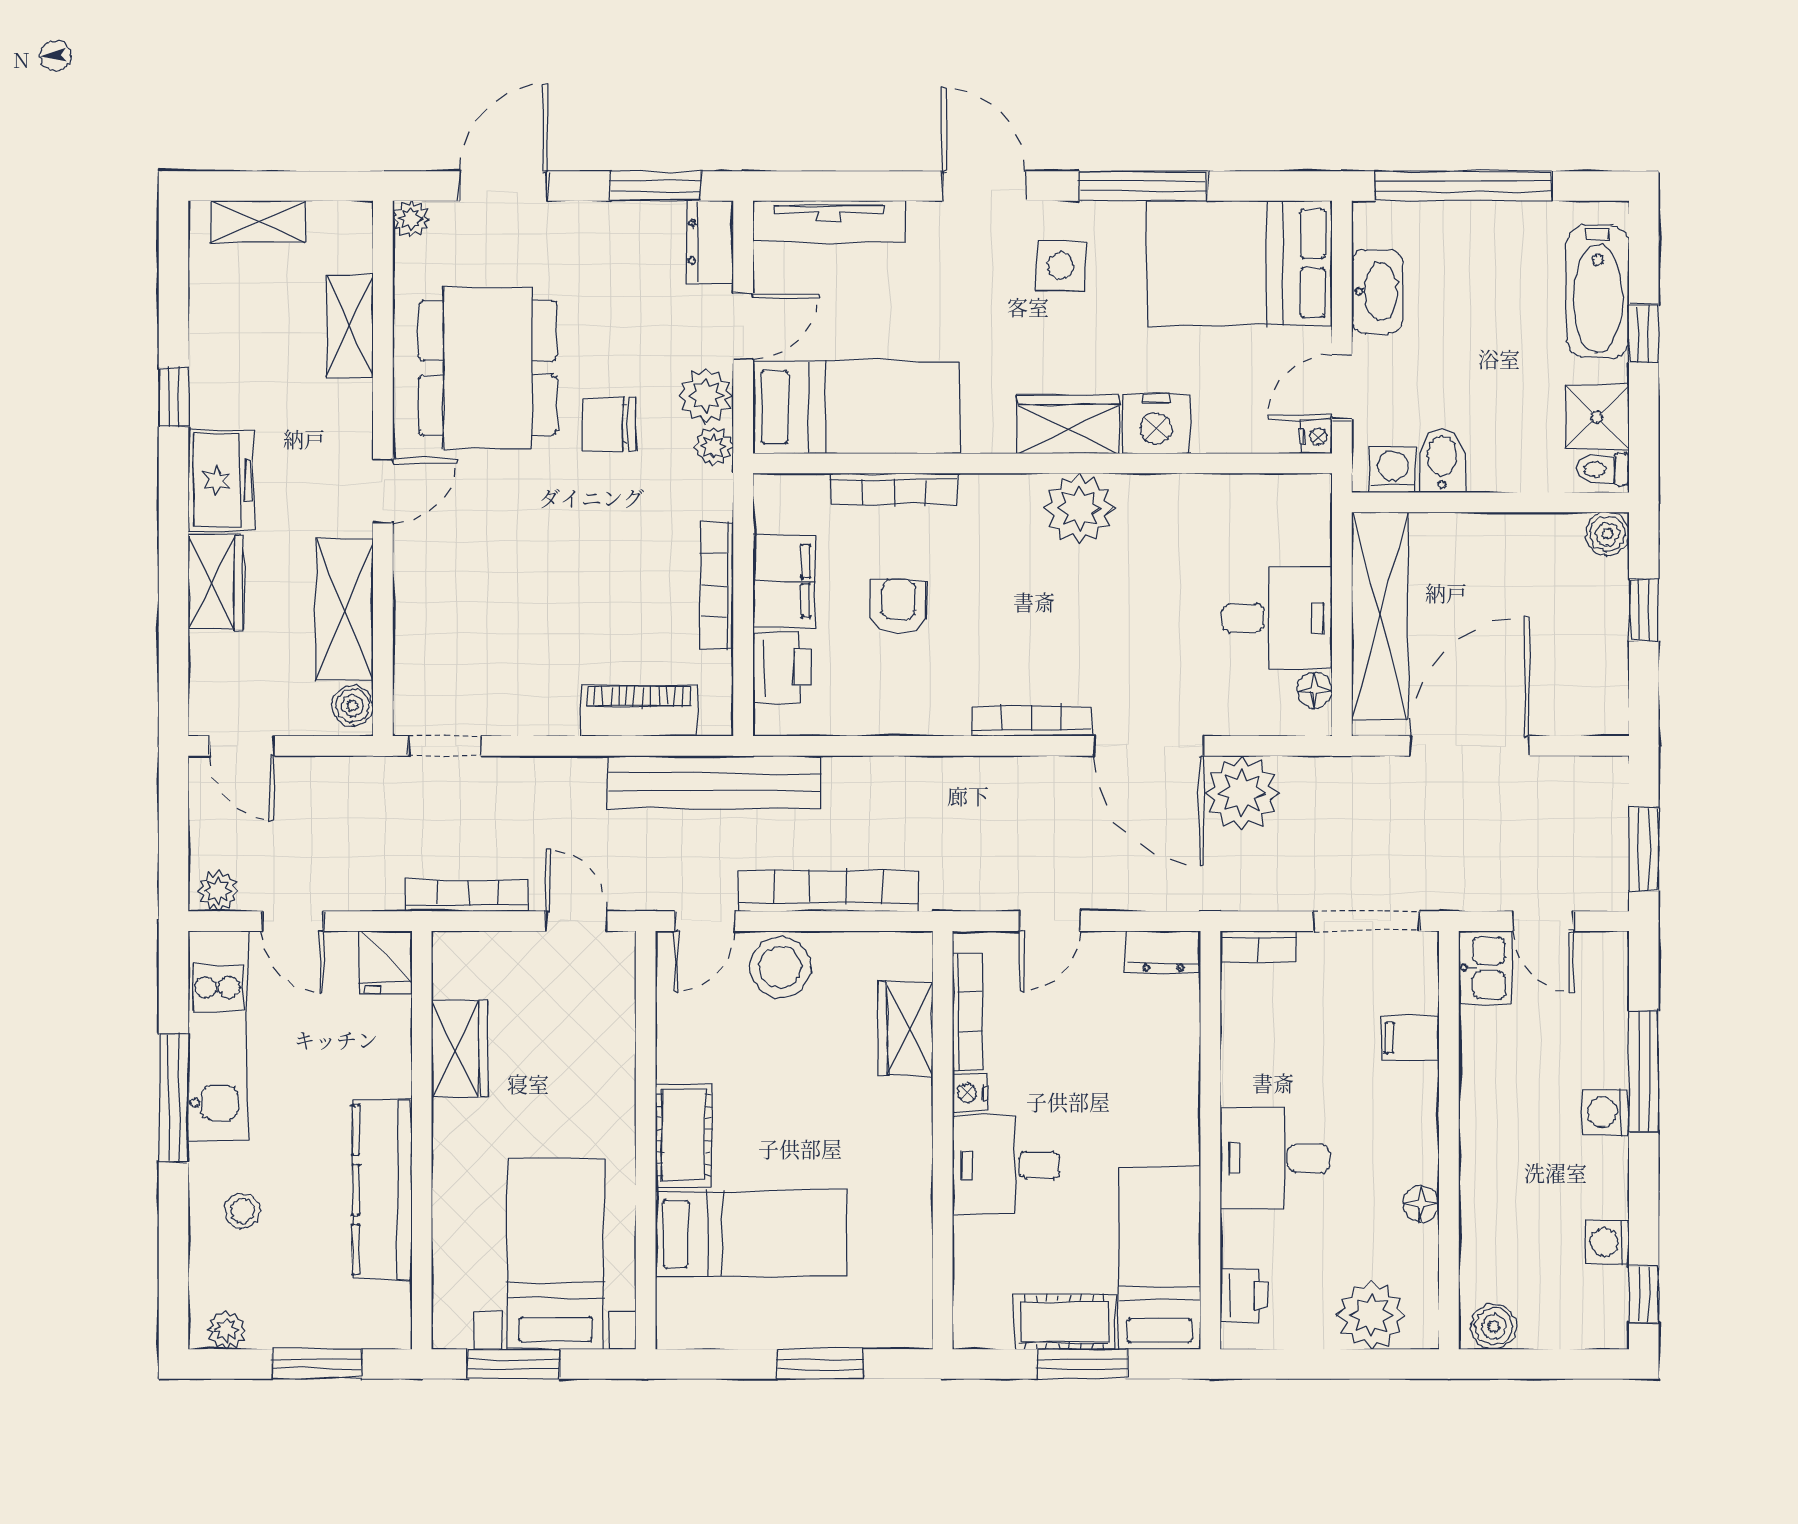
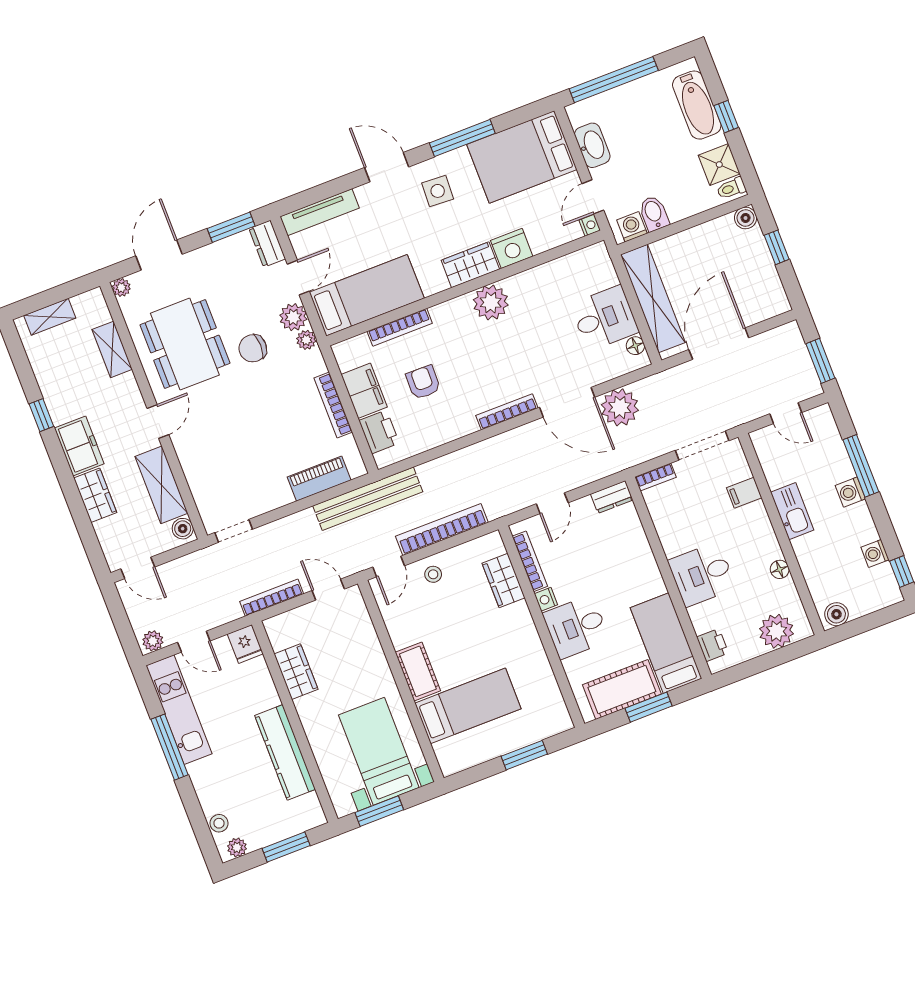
stool: (781, 967) -> (433, 574), width x0.53, depth x0.53
kitchen sink: (1485, 967) -> (792, 511), moved, width x1.38
stool: (242, 1211) -> (219, 823), moved
cot: (1064, 1322) -> (622, 689), width x1.37, depth x1.34

